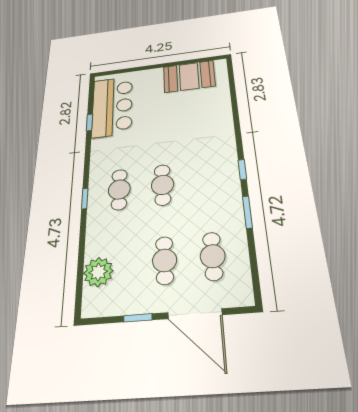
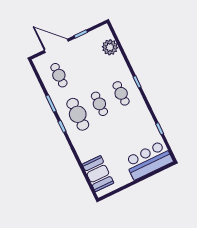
booth: (189, 76) -> (98, 174), moved, turned 90
bar counter: (112, 106) -> (149, 160), moved, turned 90
cafe table: (165, 260) -> (78, 114), moved, width x1.37, depth x1.35

